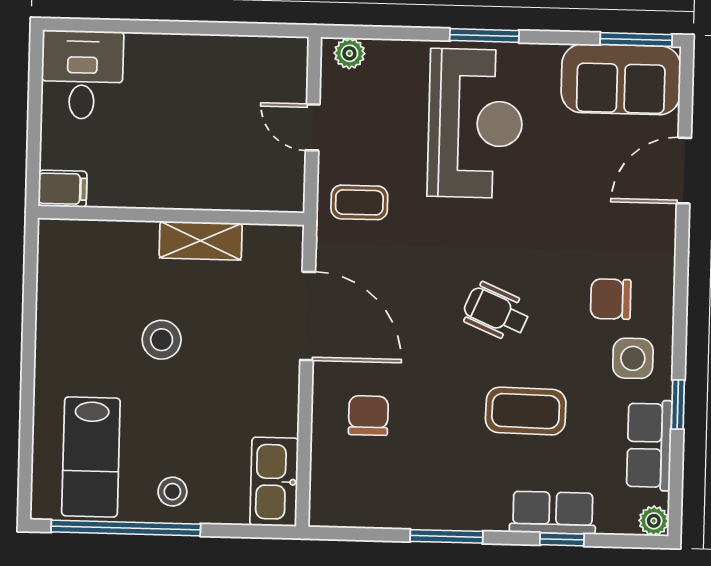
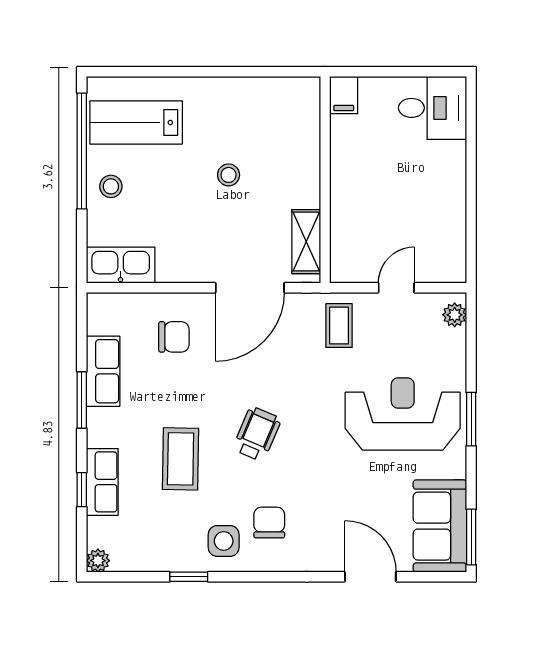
reception desk: (475, 123) -> (403, 414), turned 180
shelving: (201, 241) -> (306, 242), moved
stool: (162, 340) -> (229, 175), width x0.73, depth x0.73
row of seats: (649, 445) -> (103, 371), moved, turned 90

